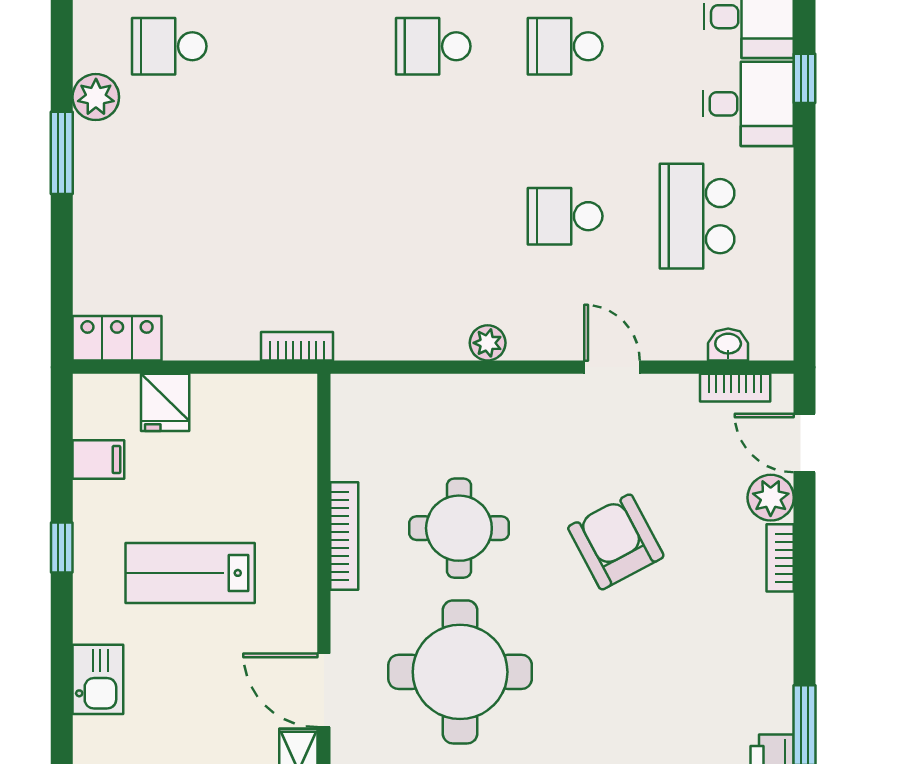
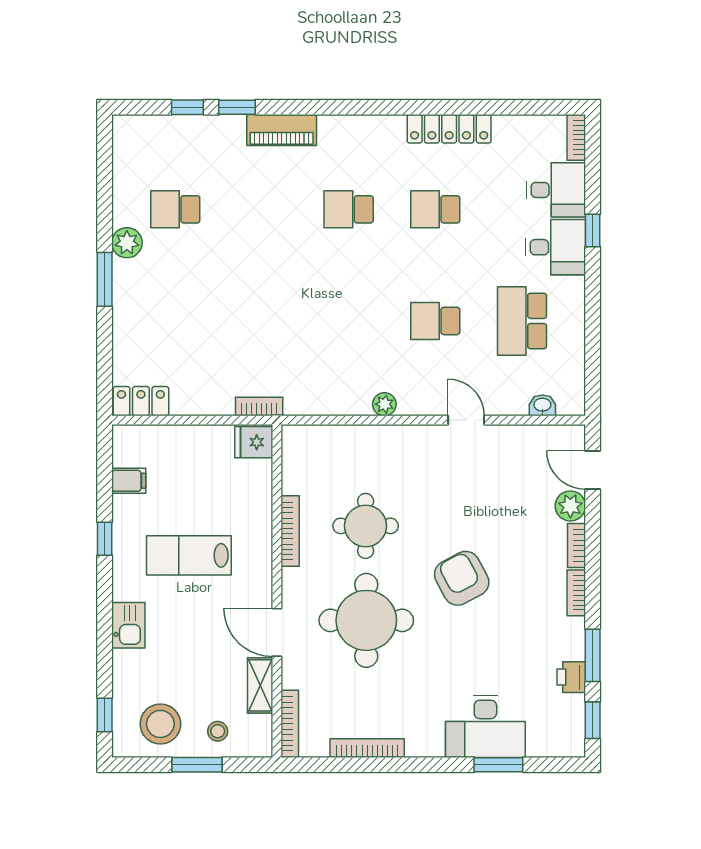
bookcase: (735, 388) -> (576, 593), moved, turned 90
fridge: (165, 402) -> (254, 442), moved, turned 90
armchair: (616, 542) -> (462, 578), moved

